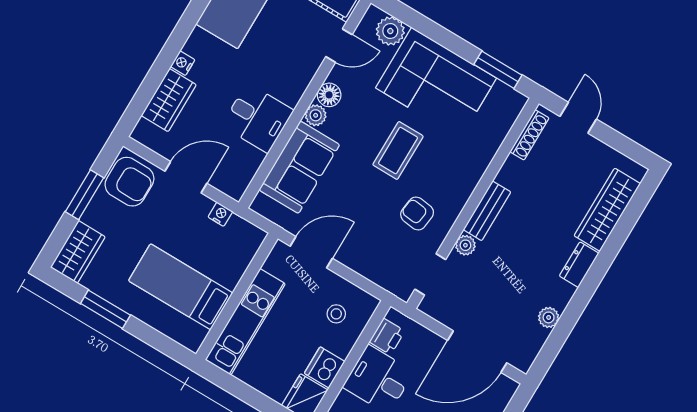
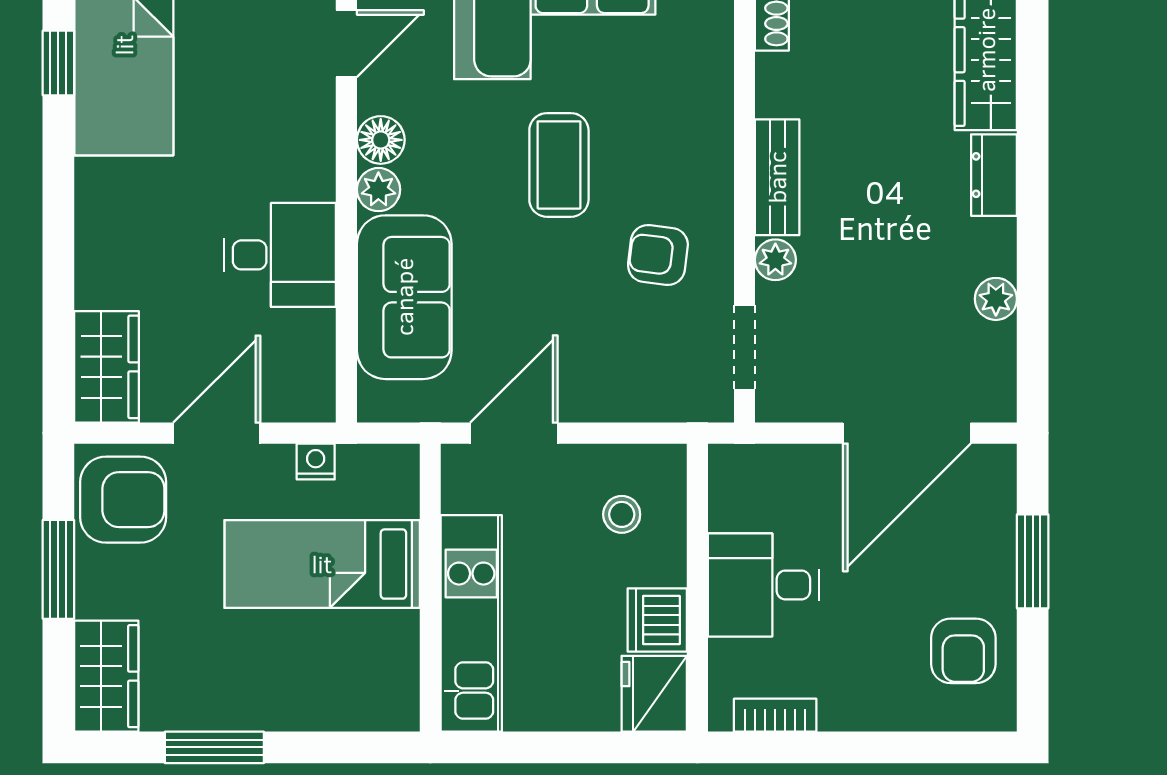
nightstand: (183, 63) -> (92, 237), removed
wardrobe: (169, 100) -> (106, 367), moved
bed: (181, 287) -> (322, 564), moved
printer: (387, 336) -> (734, 501), removed

